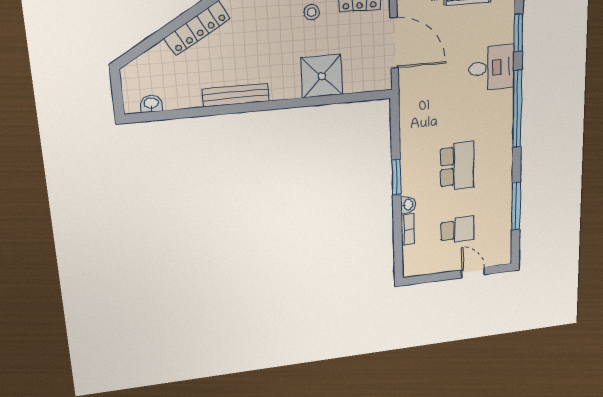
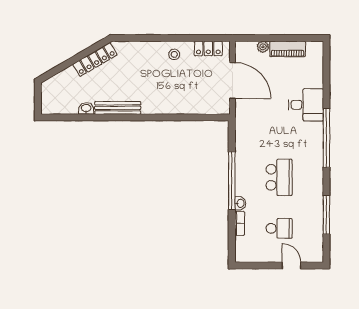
window: (518, 33) -> (326, 81), removed
shower: (322, 76) -> (179, 100), removed
washbasin: (151, 104) -> (86, 108), moved
window: (396, 177) -> (232, 181), width x2.11

